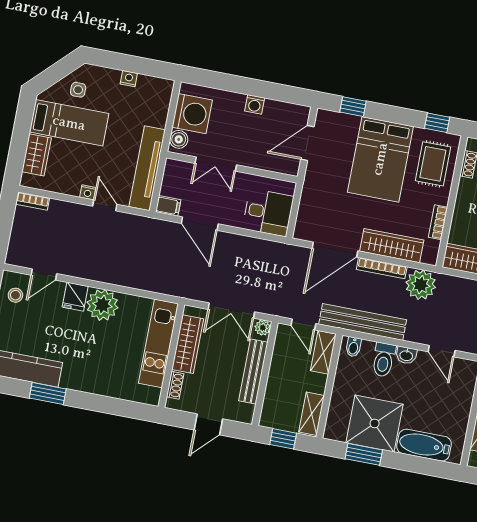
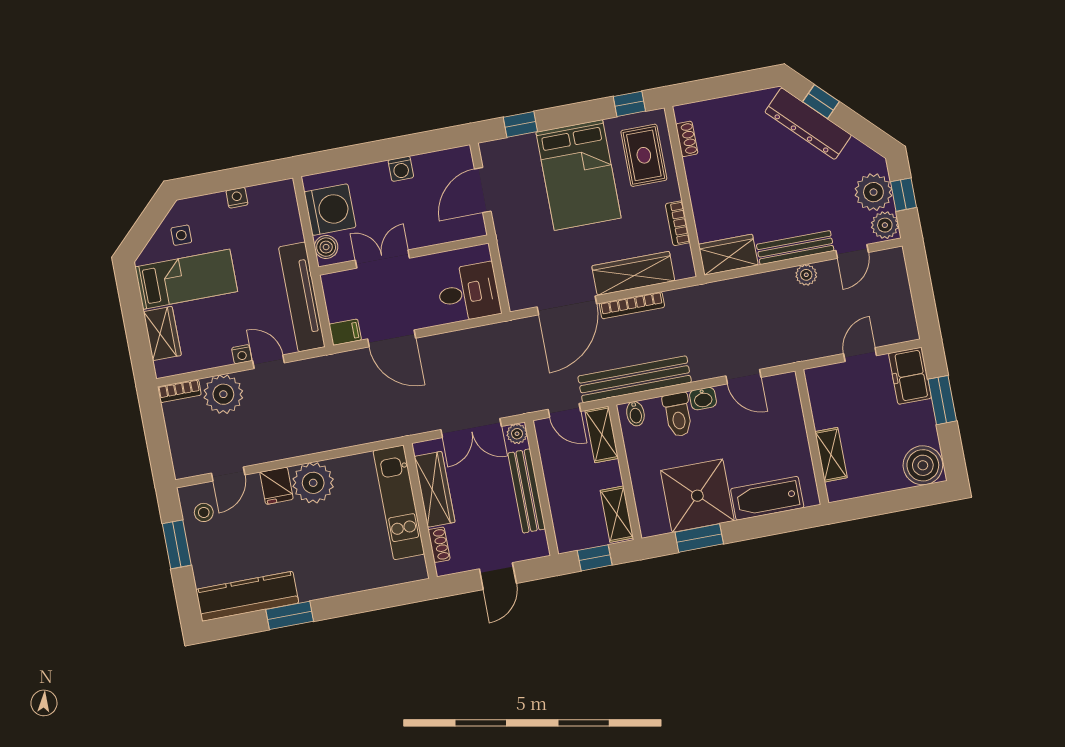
double door: (216, 164) -> (382, 259), swing flipped
plant: (421, 285) -> (223, 394), moved

